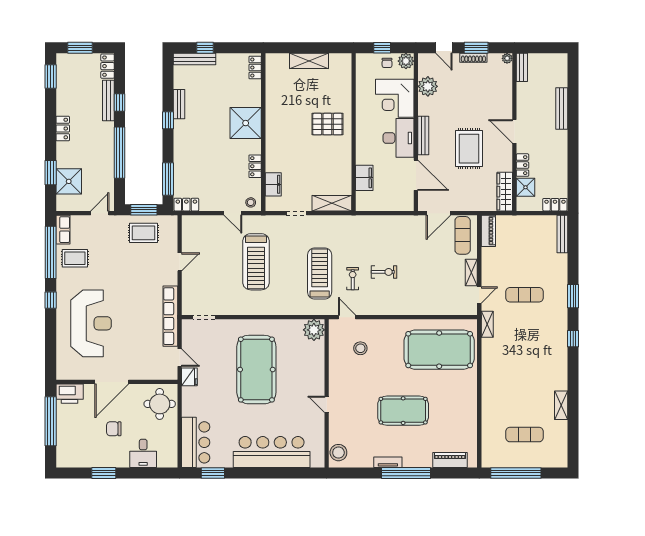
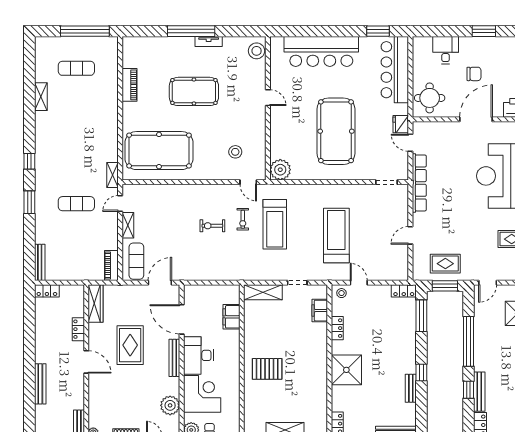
shower: (525, 187) -> (75, 308), removed
bar counter: (196, 442) -> (395, 70), width x1.36
piano: (450, 460) -> (130, 85), moved, turned -90

